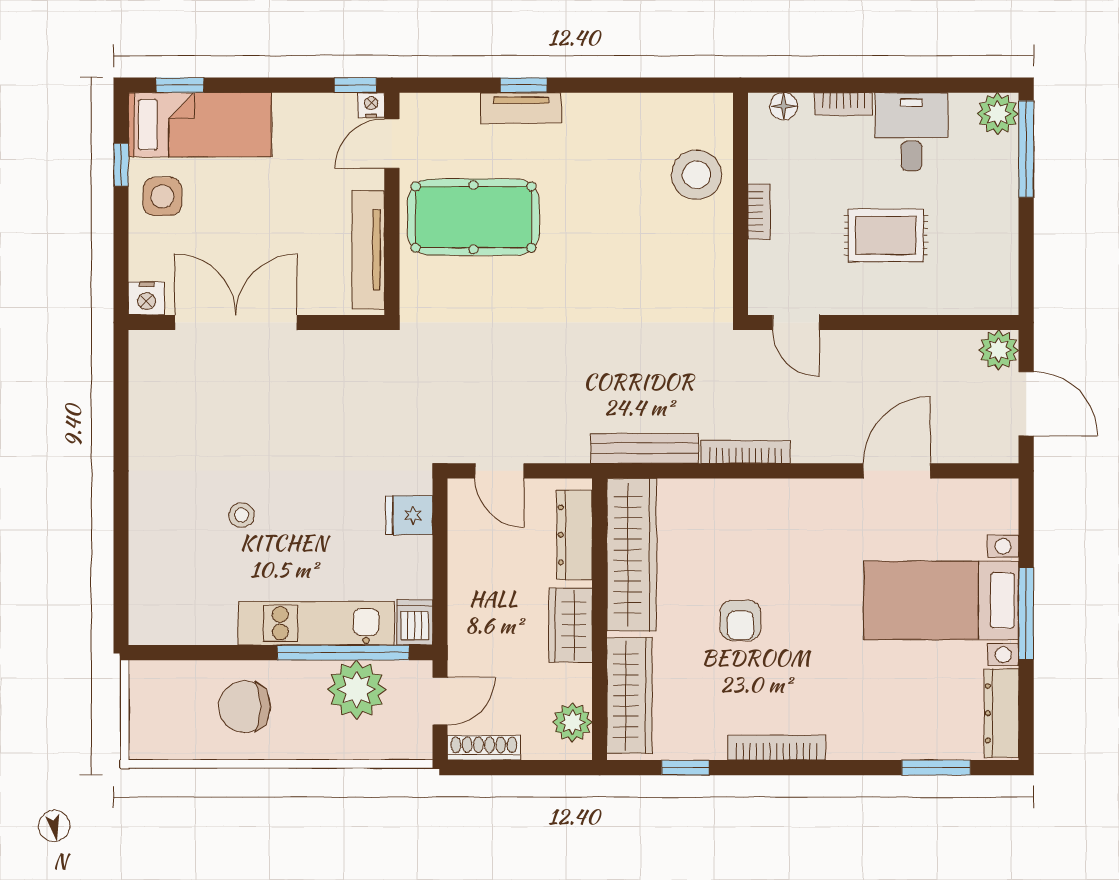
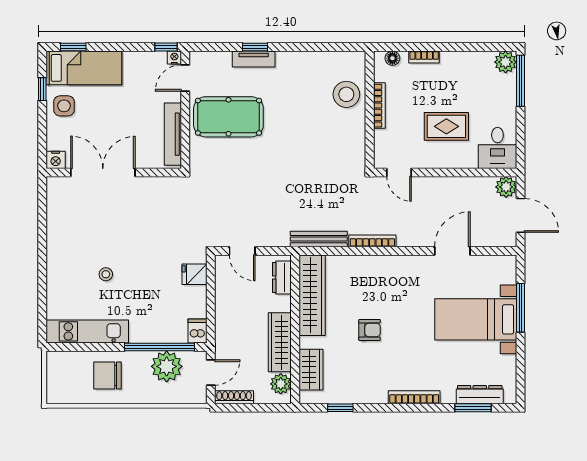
desk: (911, 132) -> (497, 148), moved, turned 180
bookcase: (759, 212) -> (379, 106), width x1.56
dresser: (575, 535) -> (282, 278), width x0.70
window: (1026, 614) -> (521, 308), moved
armchair: (740, 620) -> (370, 330), turned -90
kitchen unit: (316, 623) -> (87, 331), moved
wardrobe: (571, 625) -> (280, 342), width x1.50
wardrobe: (629, 695) -> (311, 370), width x0.67
dresser: (1001, 713) -> (480, 395), moved, turned 90
bookcase: (777, 748) -> (414, 397), moved

